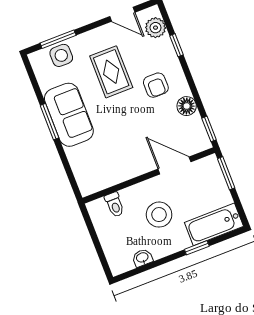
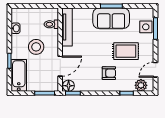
armchair: (156, 85) -> (109, 73), turned 180
floor lamp: (187, 106) -> (69, 86), moved
tv unit: (109, 178) -> (67, 27), added

